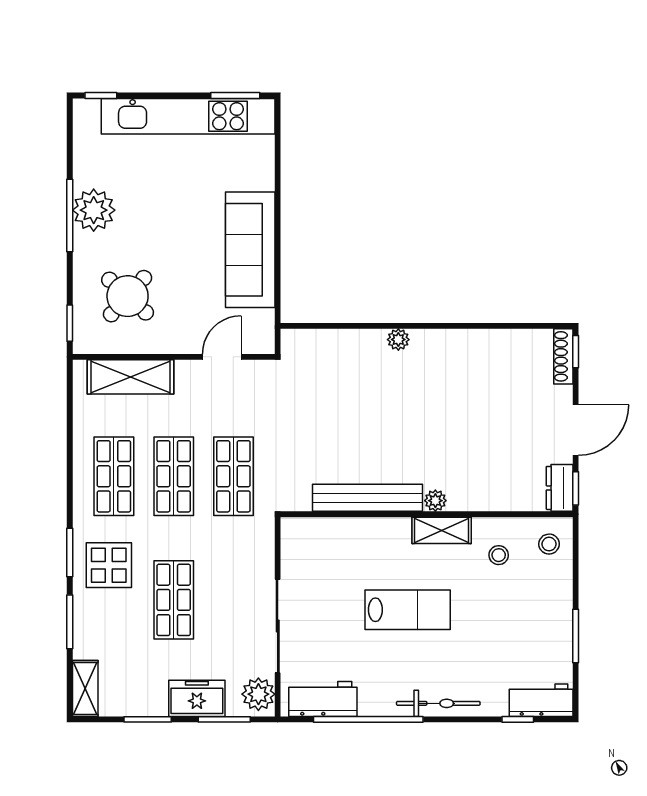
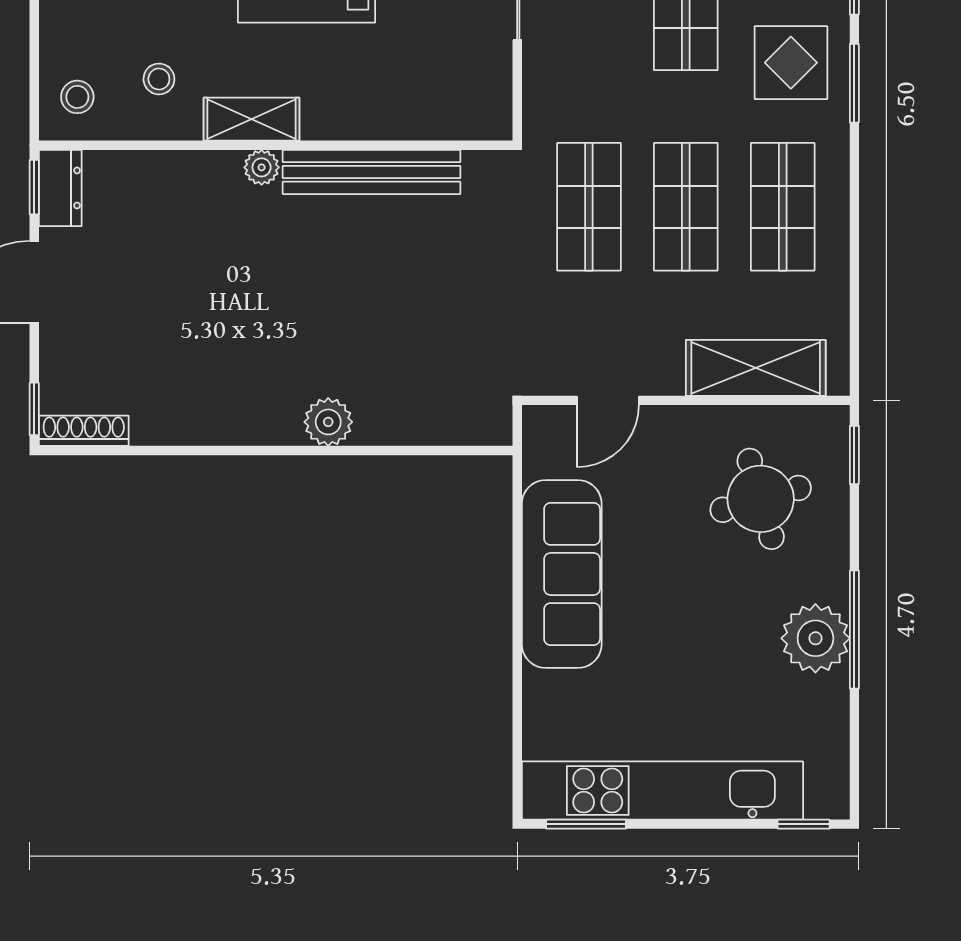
round table: (128, 296) -> (761, 499), turned 32
plant: (398, 340) -> (328, 422), width x1.38, depth x1.38
shoe rack: (563, 356) -> (84, 431), moved, turned -90

